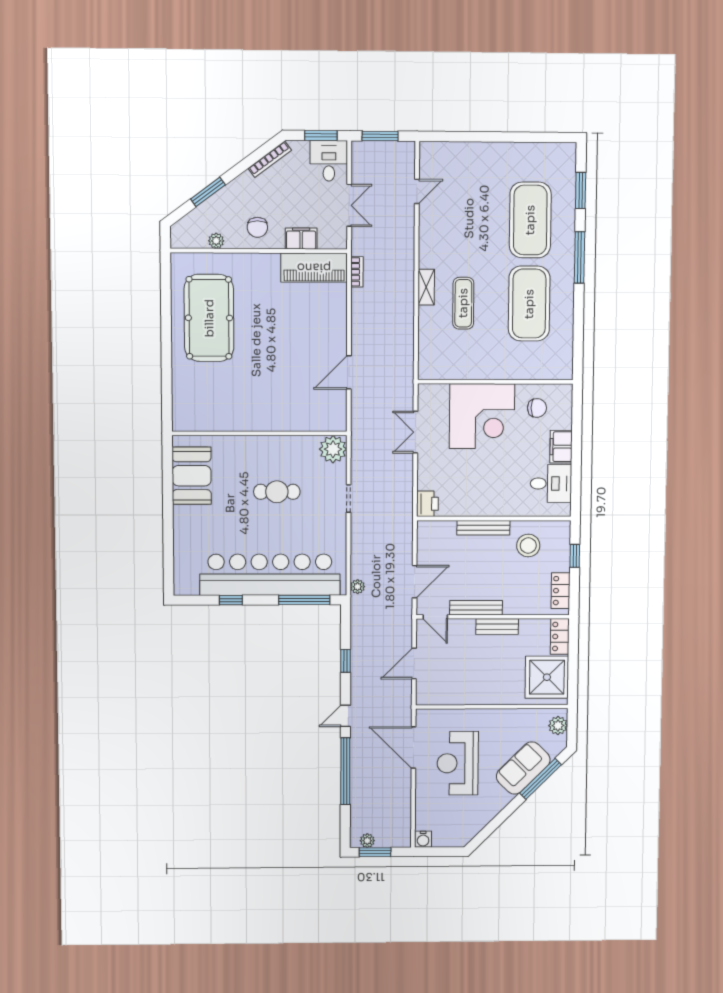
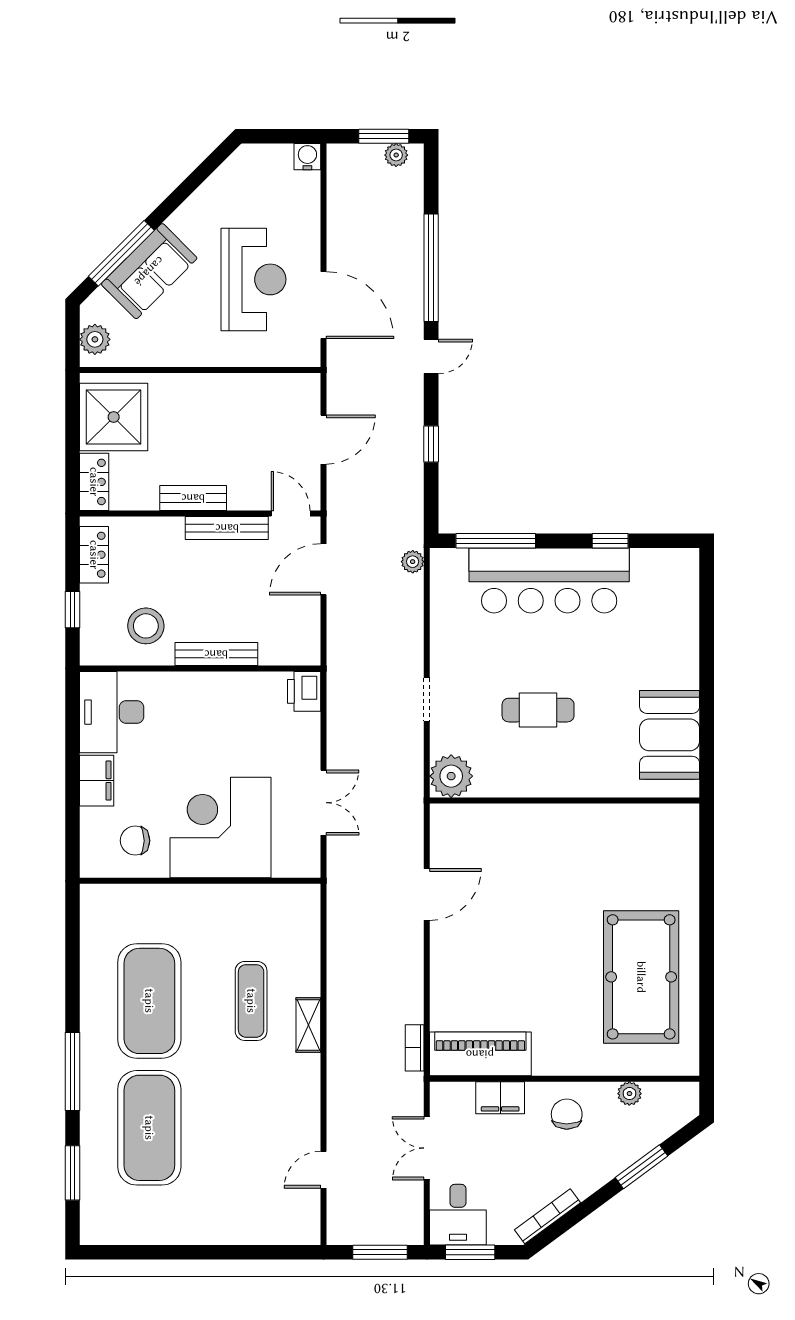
desk: (551, 484) -> (112, 712), width x1.37
bar counter: (270, 575) -> (549, 580), width x0.73

